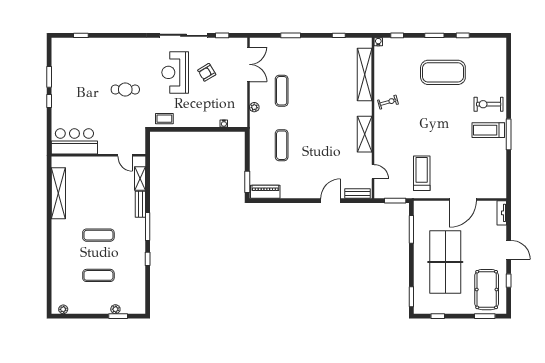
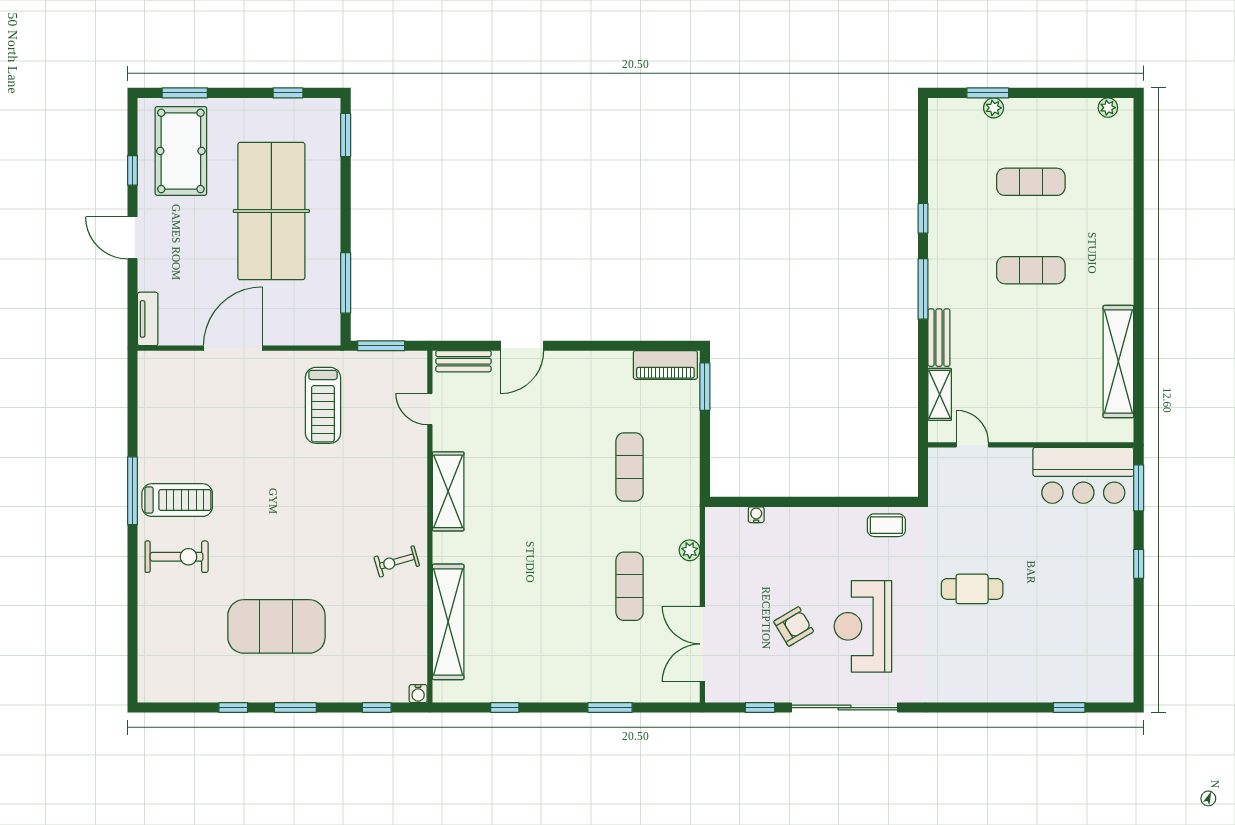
reception desk: (175, 72) -> (863, 626), turned 180
window: (49, 77) -> (1139, 488), moved

